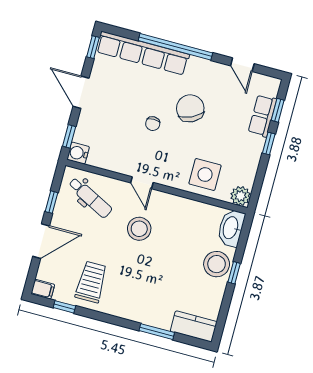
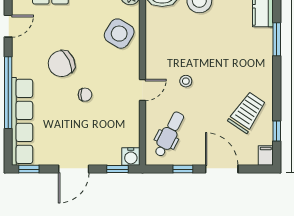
side table: (205, 175) -> (119, 34), turned 31
stool: (139, 229) -> (186, 81), width x0.53, depth x0.53
trolley: (91, 282) -> (247, 112), turned 124

